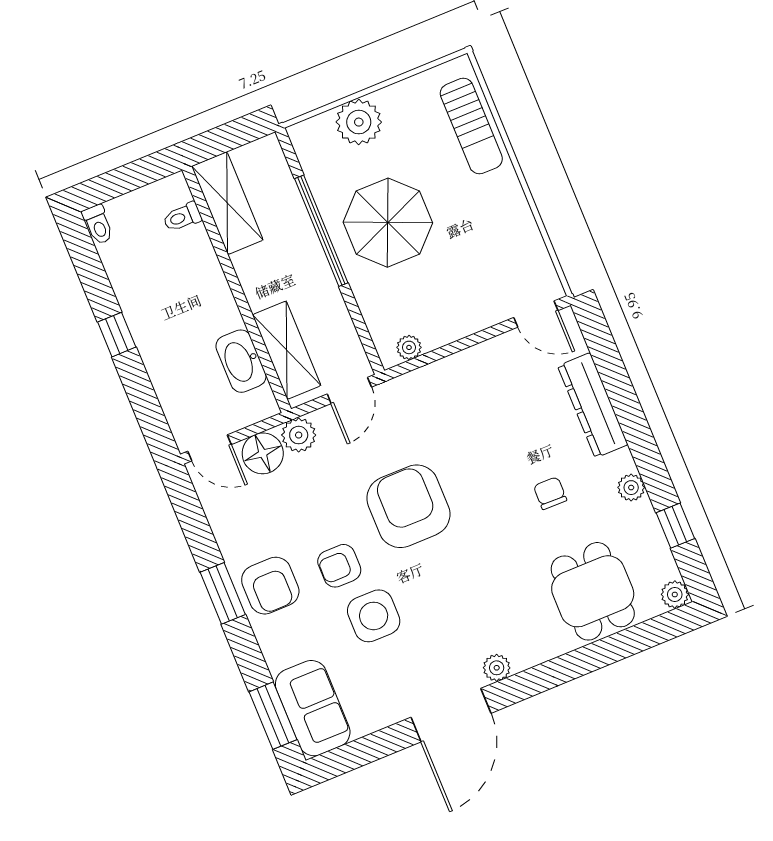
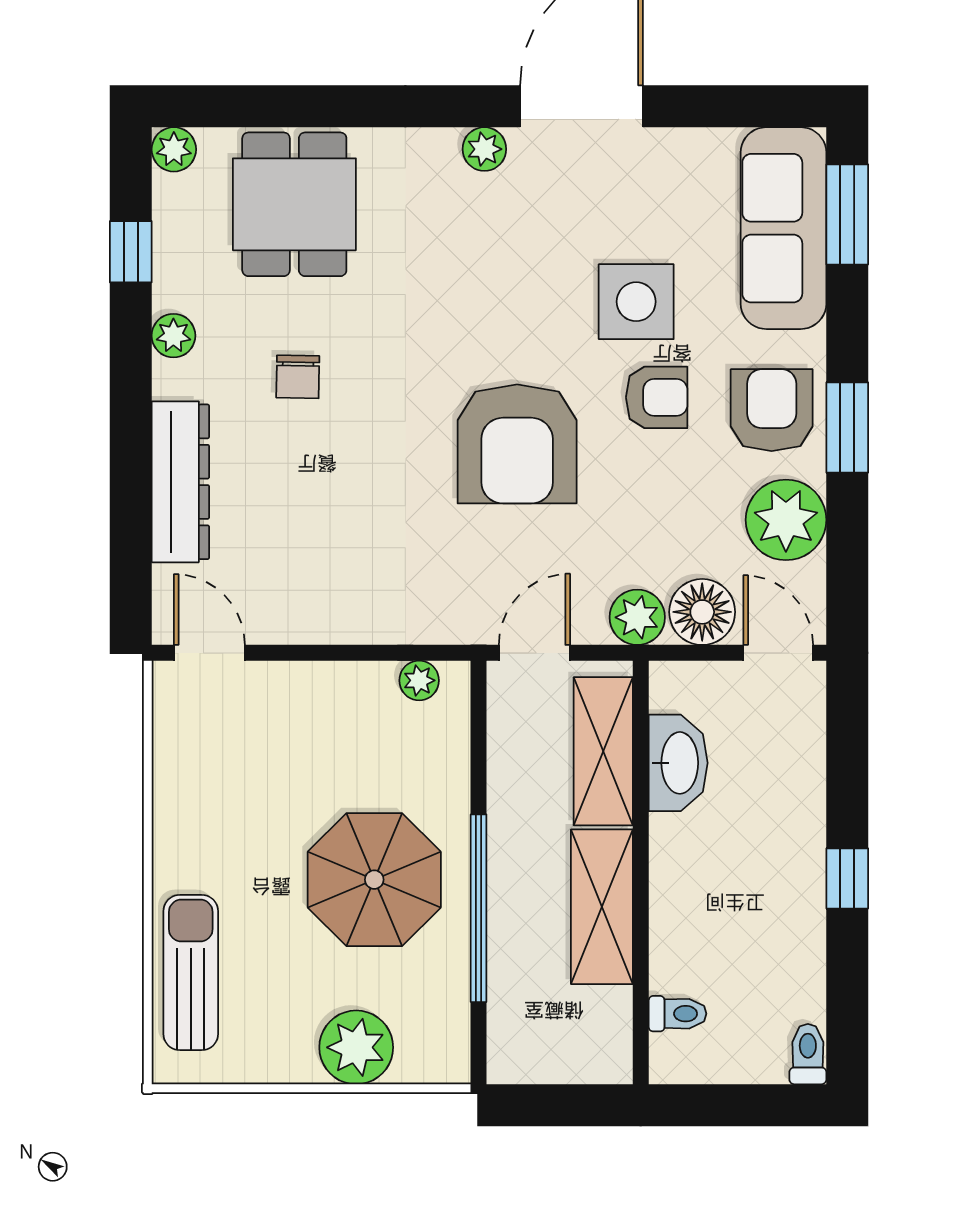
shelving: (227, 203) -> (602, 907), moved
plant: (236, 526) -> (786, 520), added
sofa: (313, 708) -> (783, 228), width x1.36

